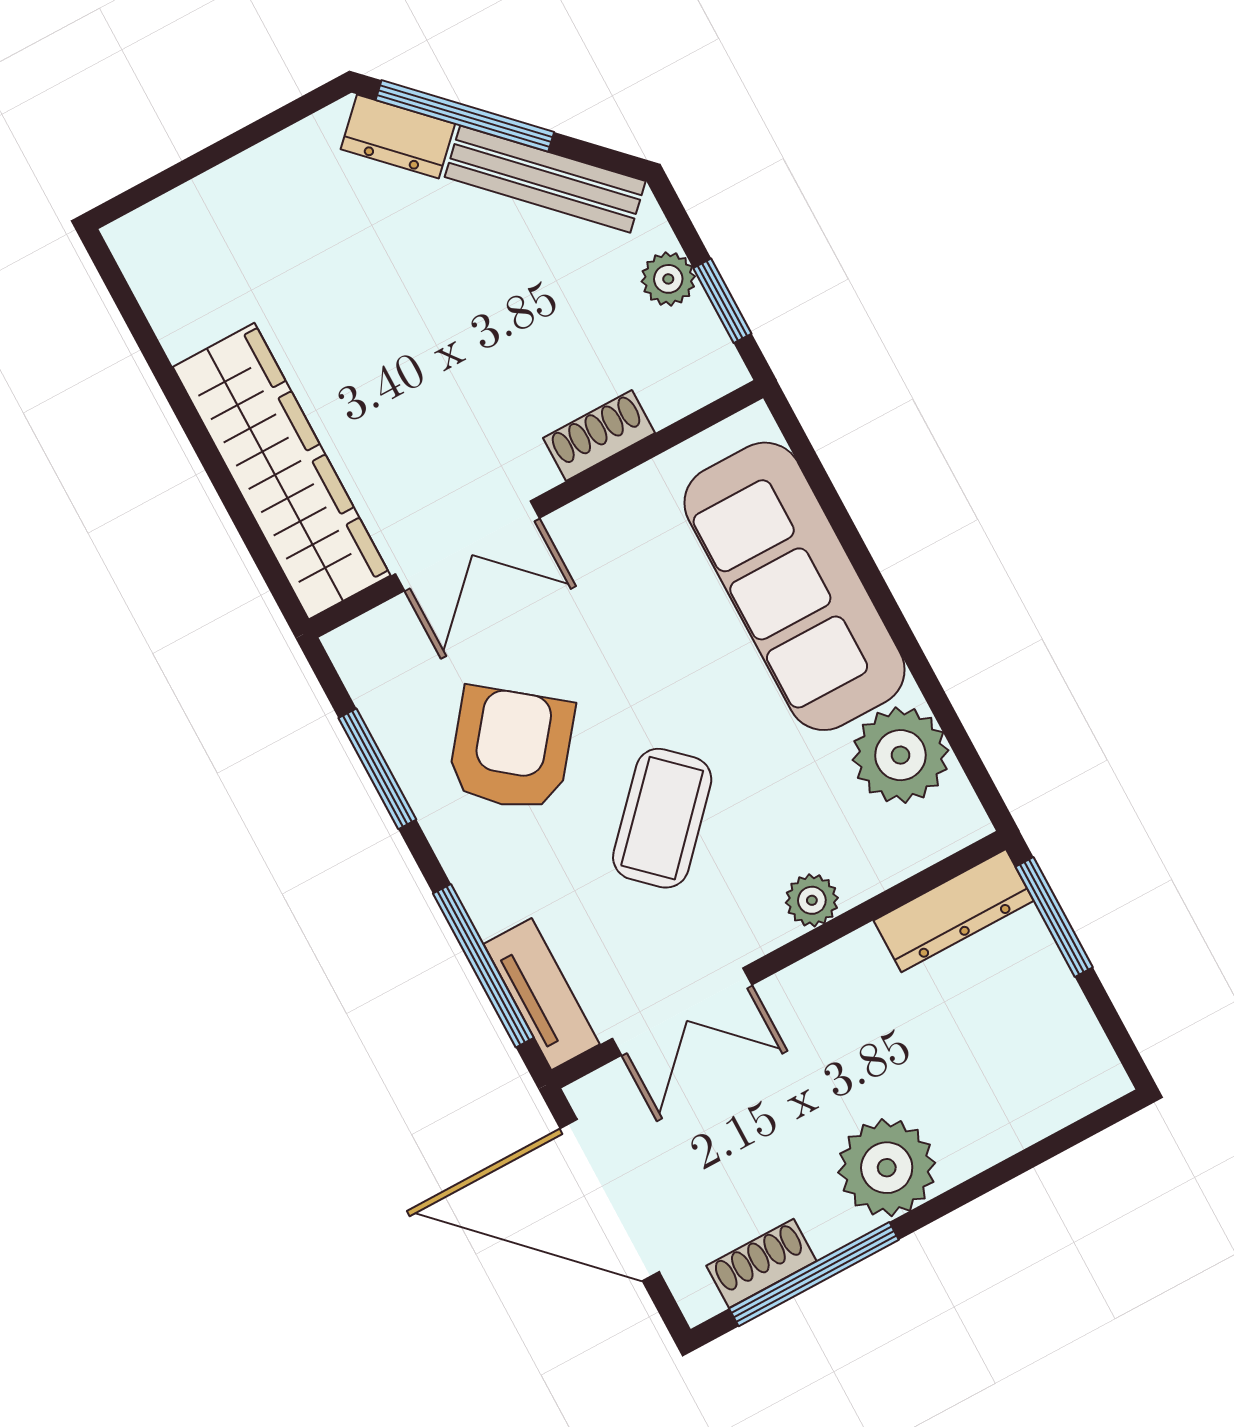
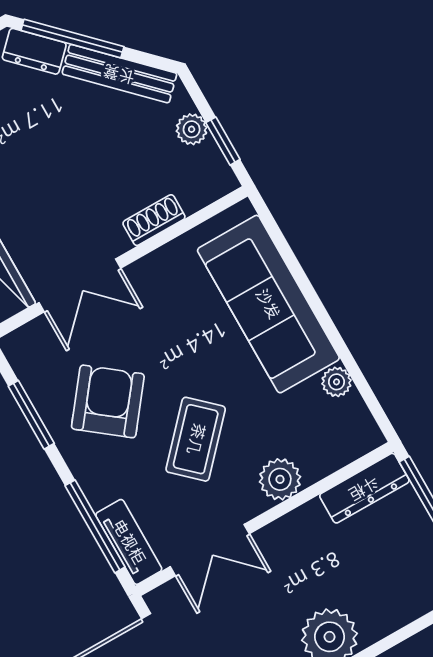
plant: (900, 755) -> (336, 382), width x0.53, depth x0.53
plant: (812, 900) -> (280, 479), width x1.38, depth x1.38

